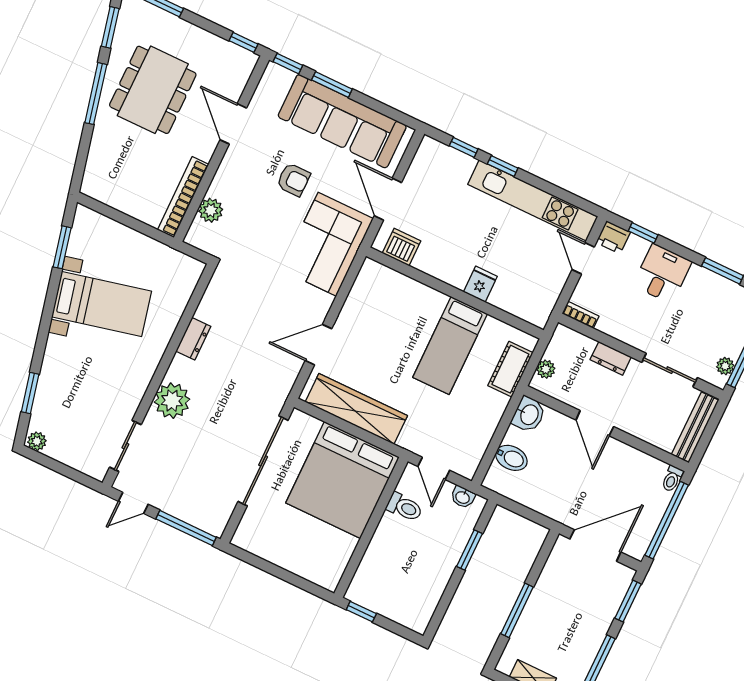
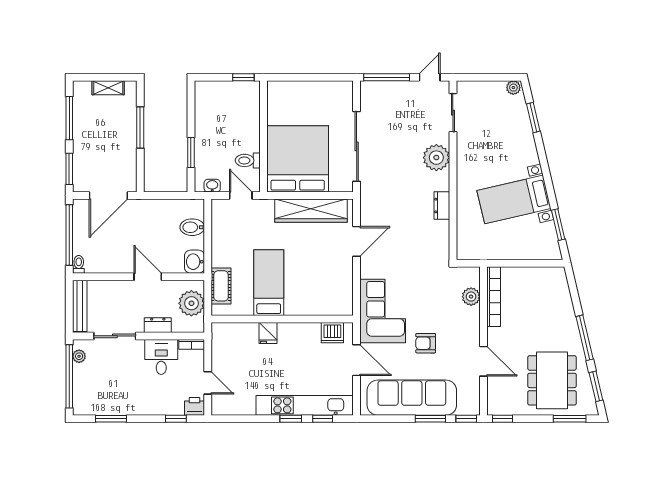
dining table: (153, 90) -> (552, 380), moved
kitchen unit: (533, 200) -> (305, 405), moved
desk: (662, 274) -> (161, 357), moved, turned 180
plant: (546, 369) -> (191, 303), width x1.87, depth x1.87

